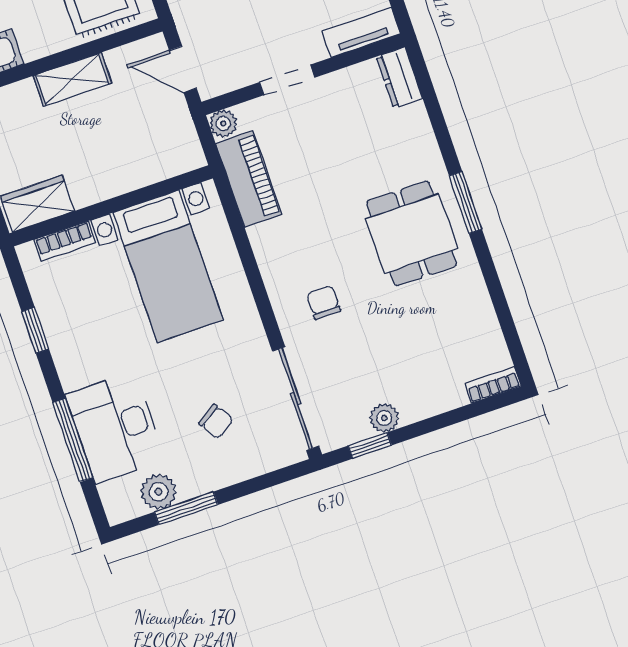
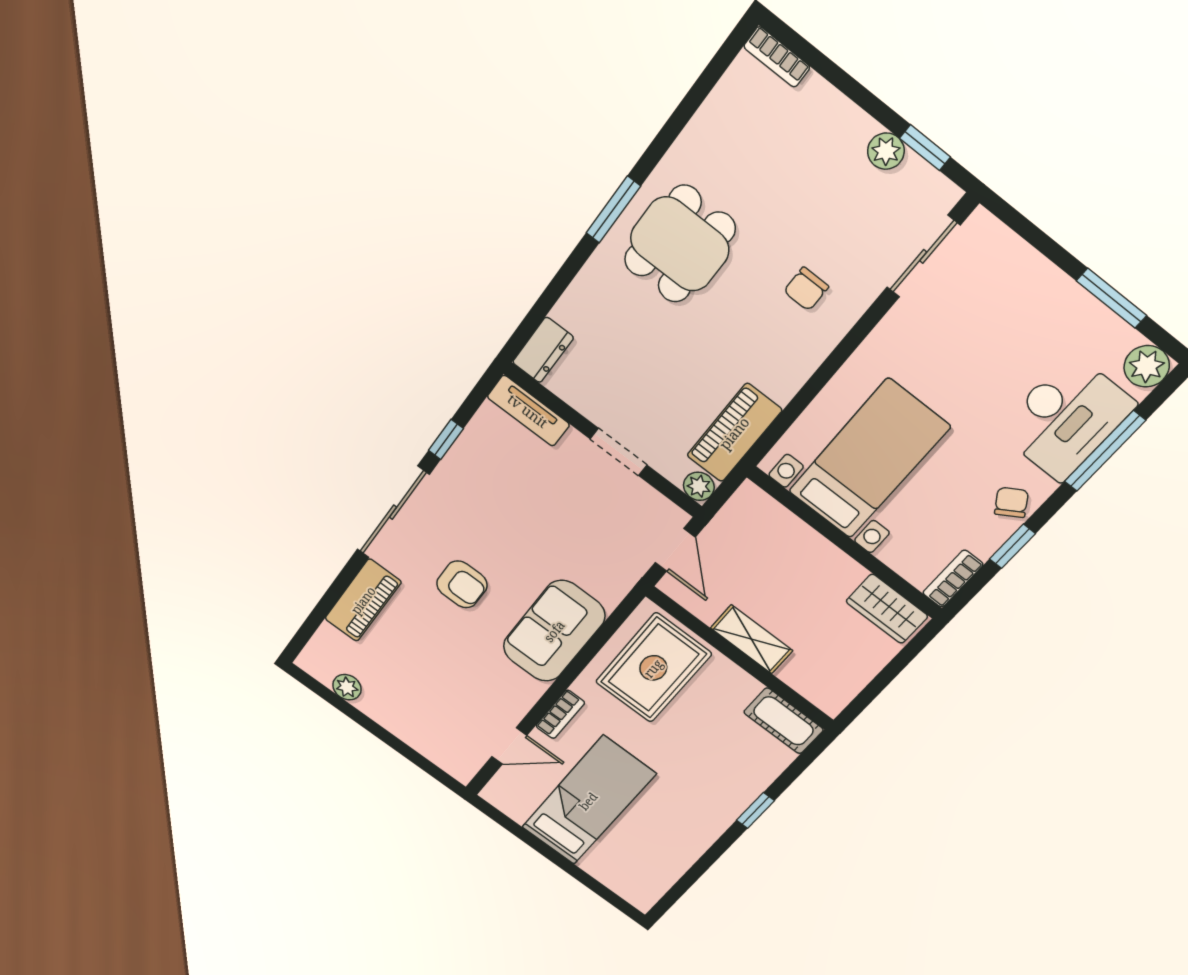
bookcase: (65, 241) -> (953, 579), moved, turned -90
sliding door: (296, 399) -> (923, 256), width x0.73
chair: (216, 421) -> (1011, 502), moved
plant: (159, 492) -> (1147, 366), moved

